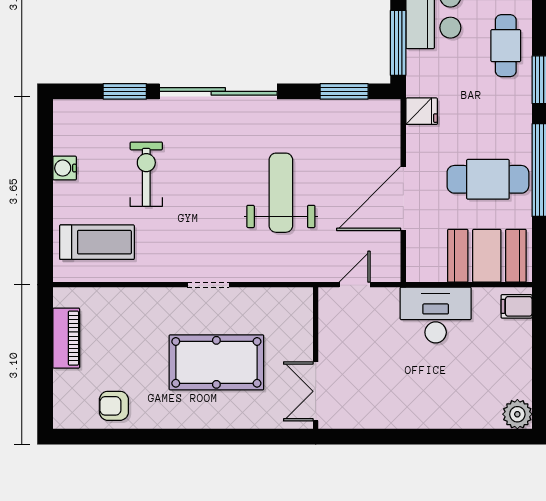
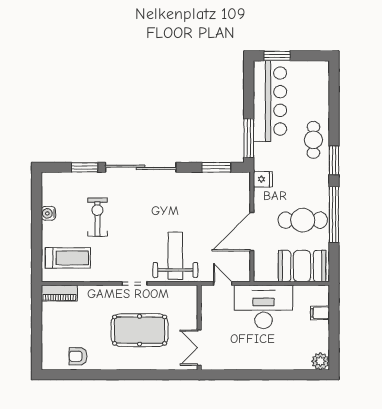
weight bench: (281, 193) -> (175, 256), moved
door: (355, 285) -> (223, 283), hinge flipped
filing cabinet: (517, 306) -> (320, 313), moved
desk: (436, 315) -> (264, 307), width x1.36, depth x1.30
piano: (66, 338) -> (59, 293), moved, turned 90

